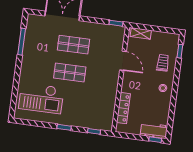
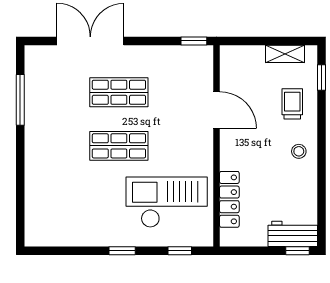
shelving: (141, 33) -> (285, 54), moved
checkout: (41, 98) -> (167, 202), moved, turned 180

